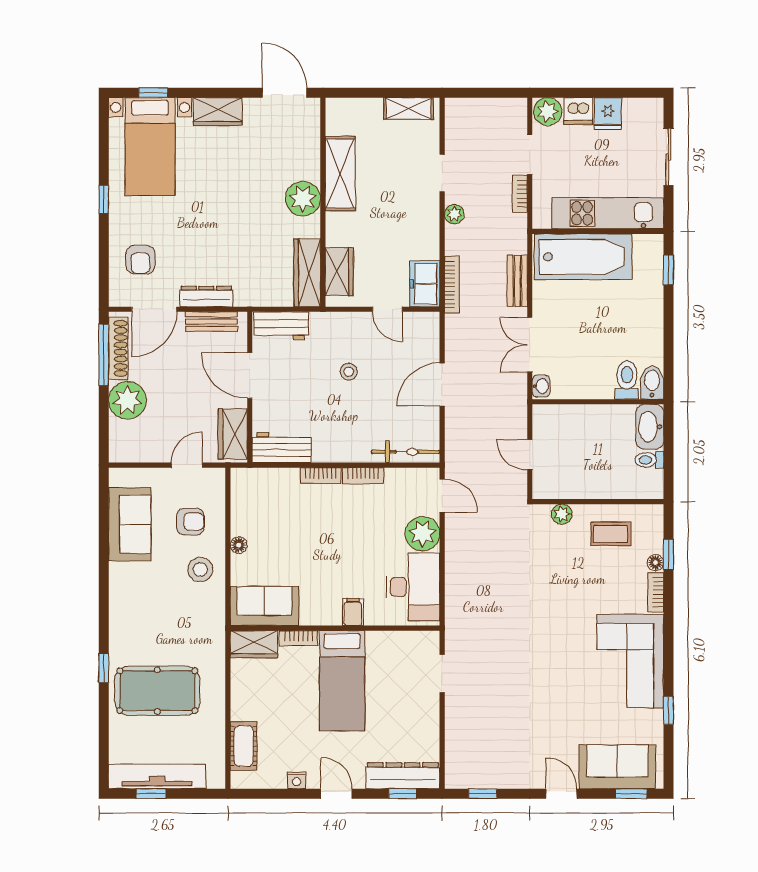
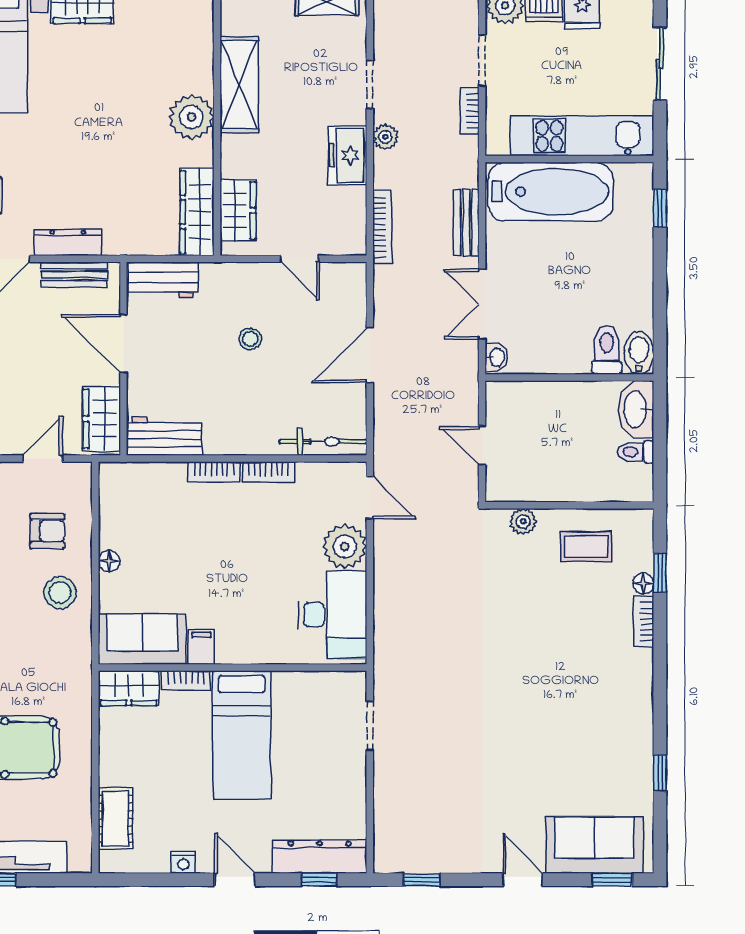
freezer: (425, 284) -> (347, 155), moved
filing cabinet: (353, 612) -> (201, 647), moved
corner sofa: (630, 661) -> (611, 709), removed

